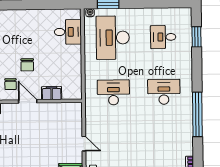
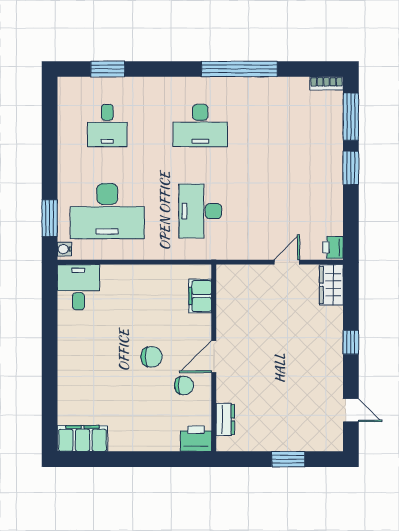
desk: (68, 32) -> (78, 287), moved
desk: (164, 92) -> (200, 126), turned -90
filing cabinet: (52, 93) -> (200, 296), moved

